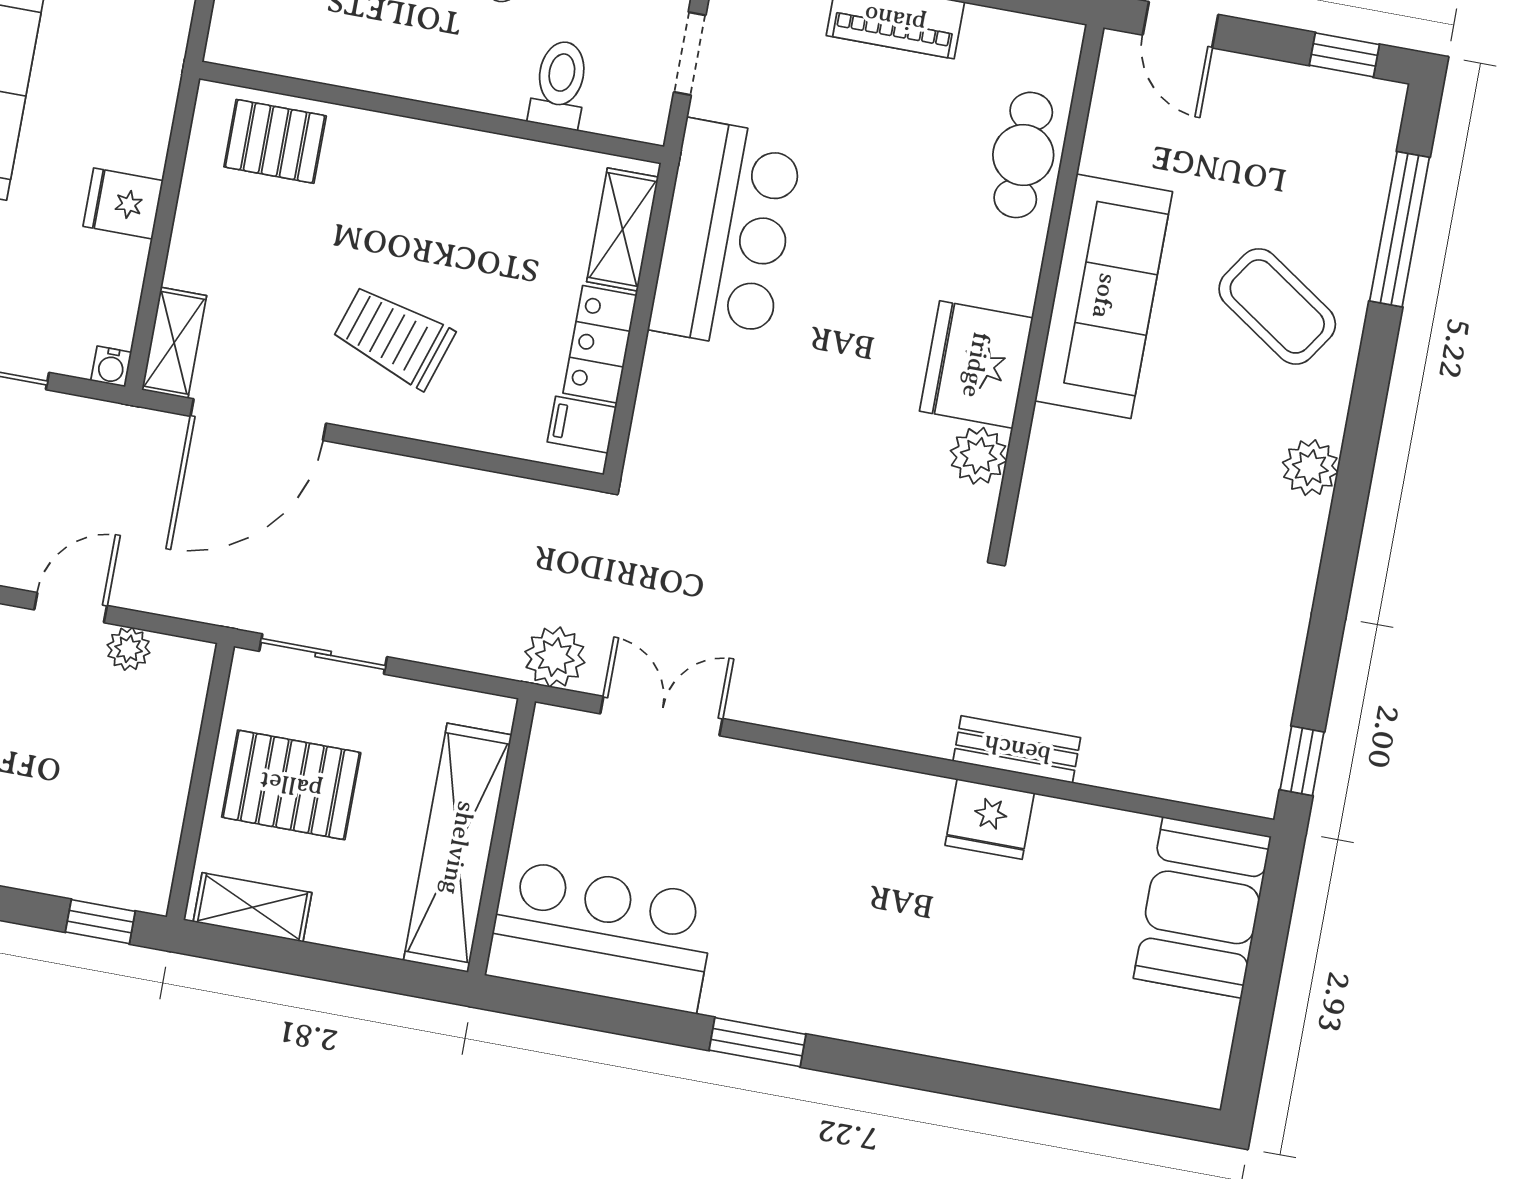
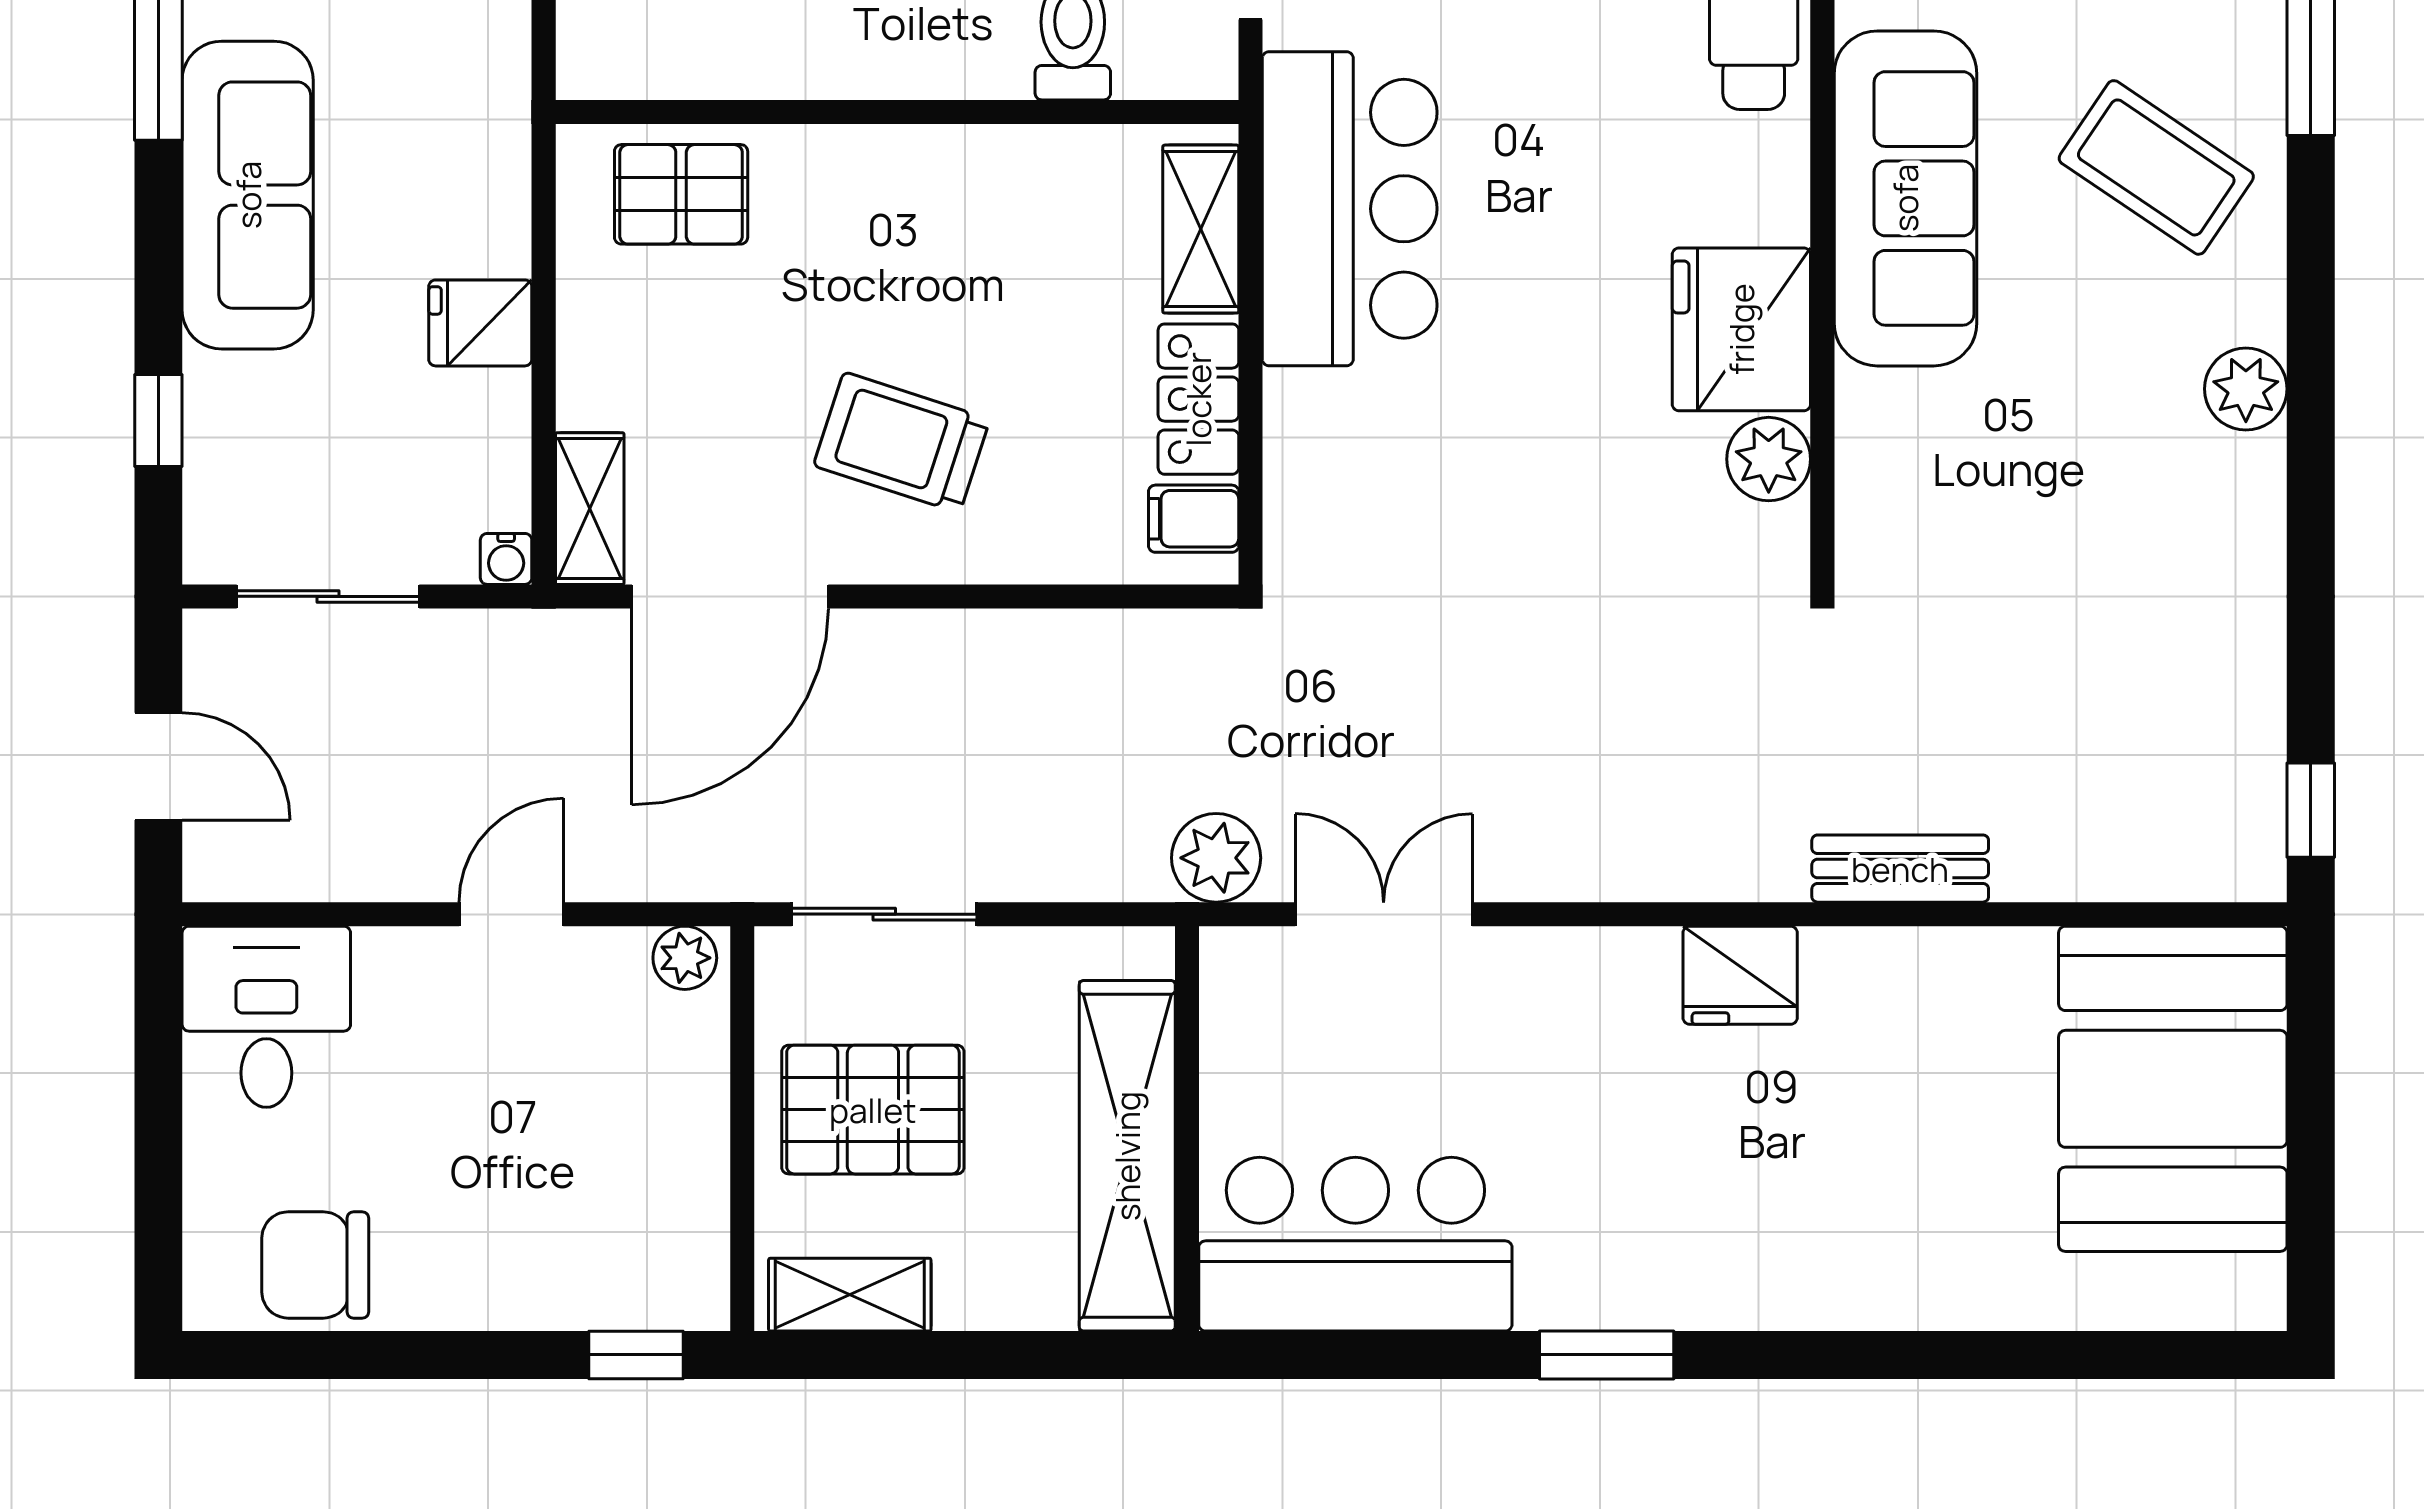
plant: (129, 649) -> (685, 958), moved
fridge: (990, 819) -> (1740, 975), moved
booth: (1202, 907) -> (2173, 1089), width x1.36, depth x1.42

